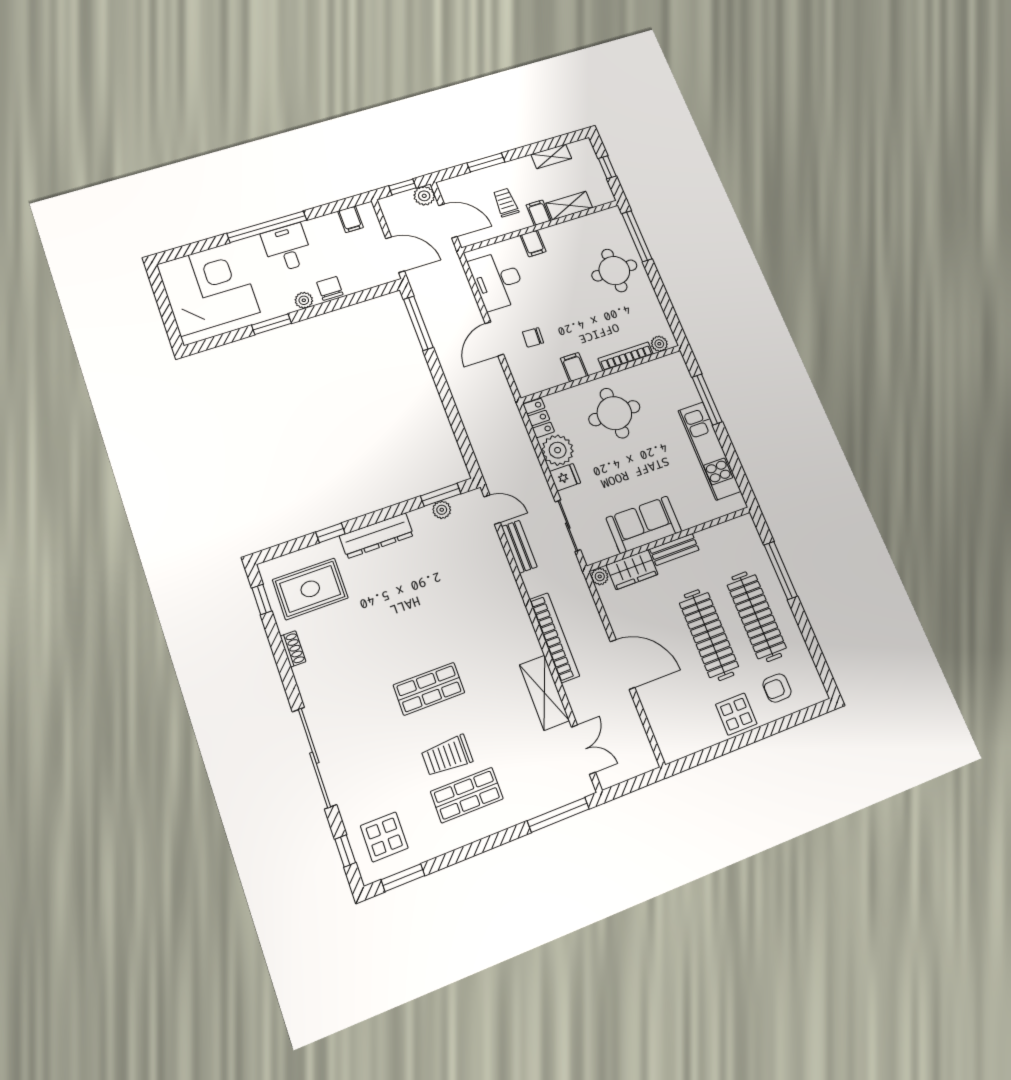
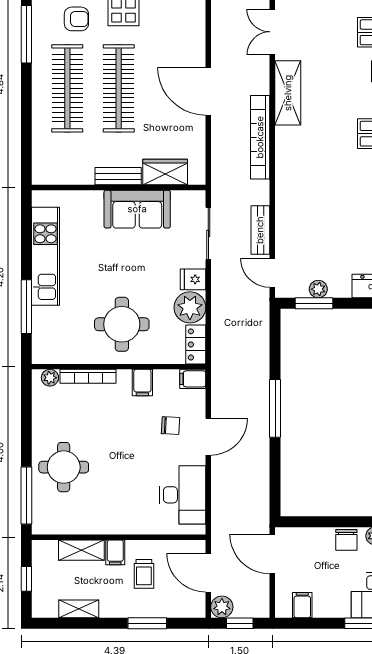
filing cabinet: (533, 243) -> (193, 379), moved, turned -90
window: (418, 323) -> (275, 408), moved
window: (781, 570) -> (26, 34), moved
plant: (600, 576) -> (197, 177), removed

